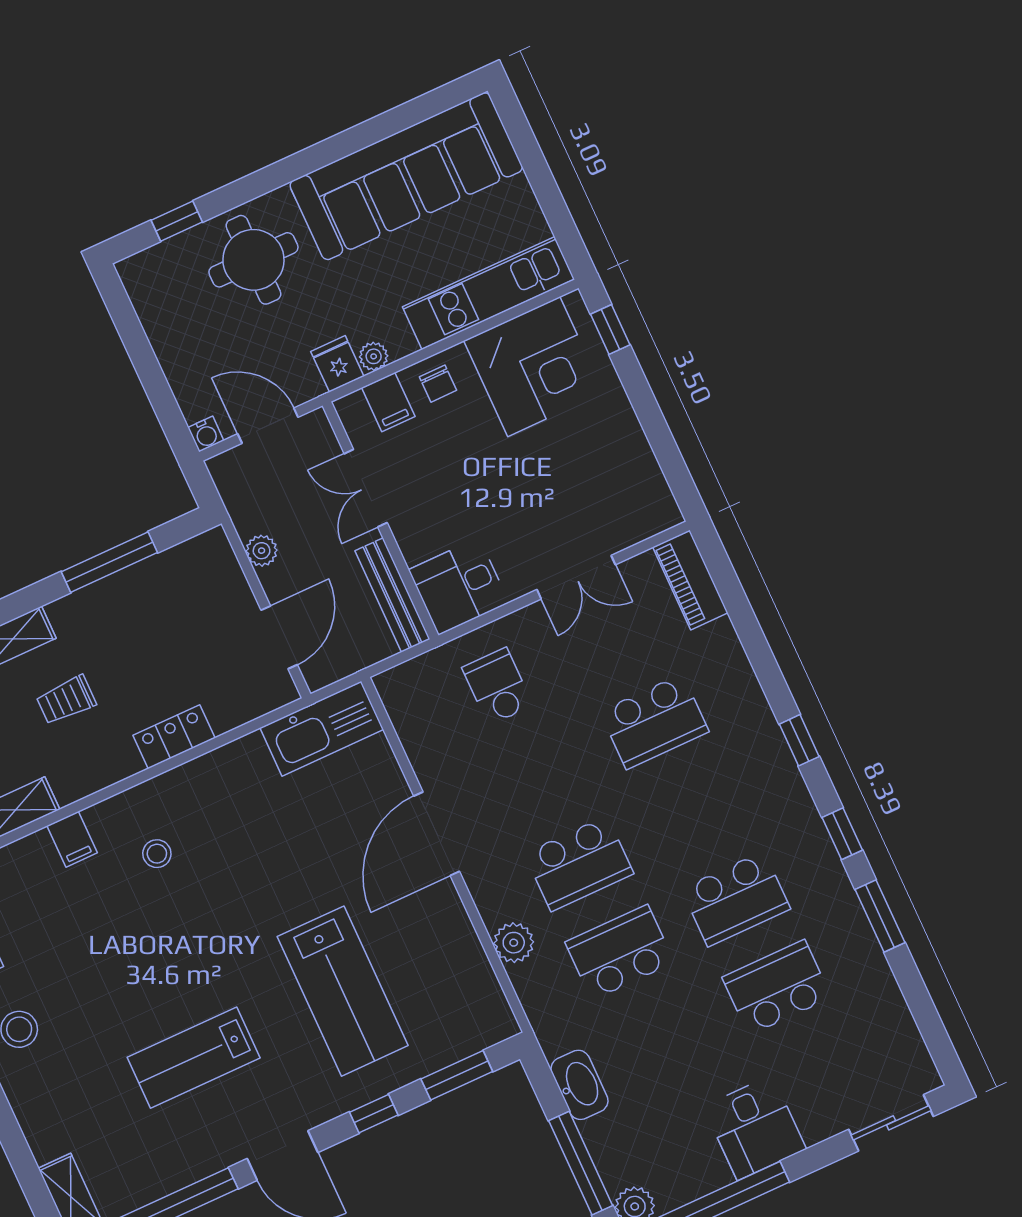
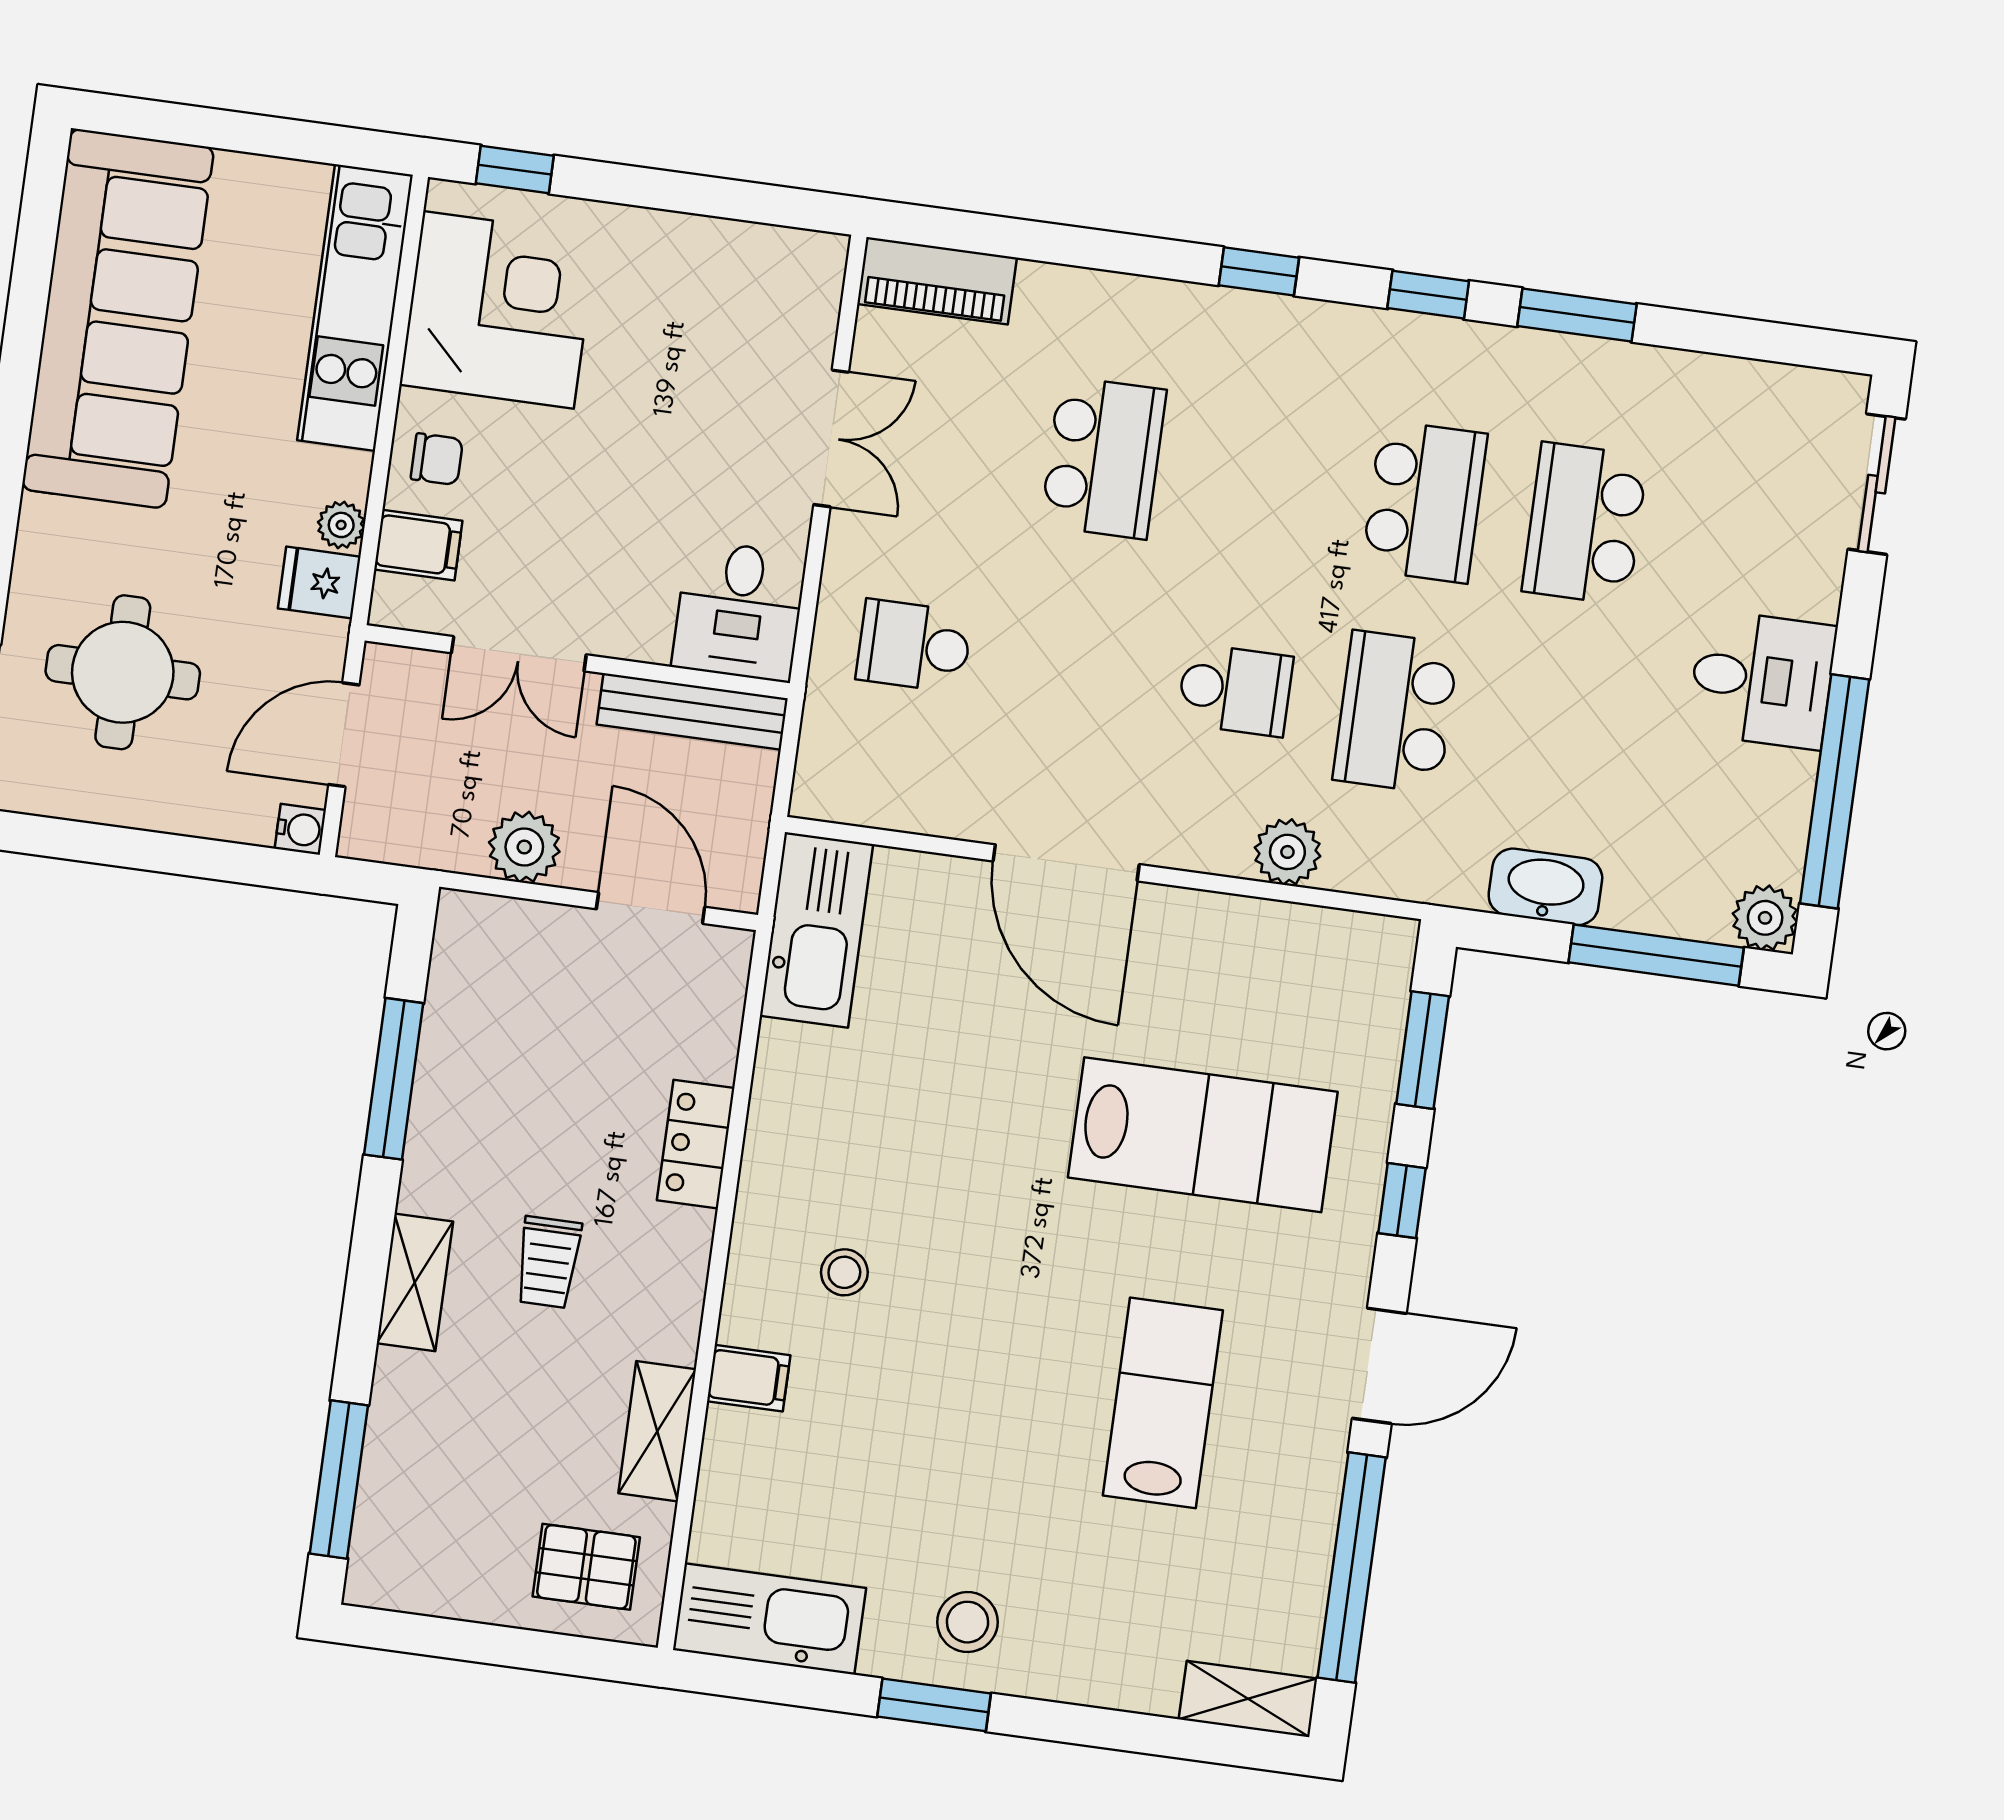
round table: (253, 260) -> (123, 672), moved
plant: (262, 551) -> (524, 847), width x1.38, depth x1.38
school desk: (579, 864) -> (1235, 690), width x0.54
lab bench: (194, 1058) -> (1163, 1403), turned 180

